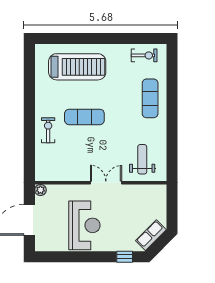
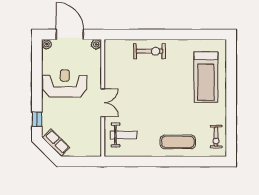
exercise mat: (84, 117) -> (161, 83), removed
exercise bike: (48, 130) -> (149, 51), width x1.38, depth x1.39
reception desk: (84, 225) -> (65, 84), turned 180
plant: (40, 246) -> (47, 44), added

